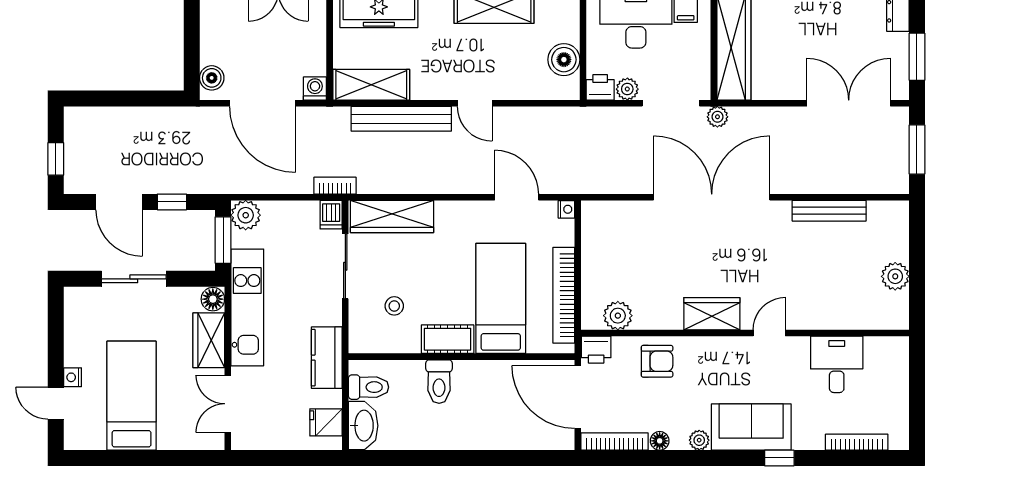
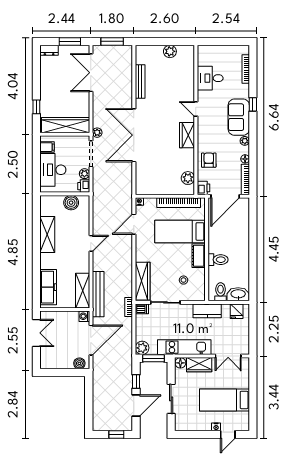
bench: (401, 119) -> (98, 294), moved

